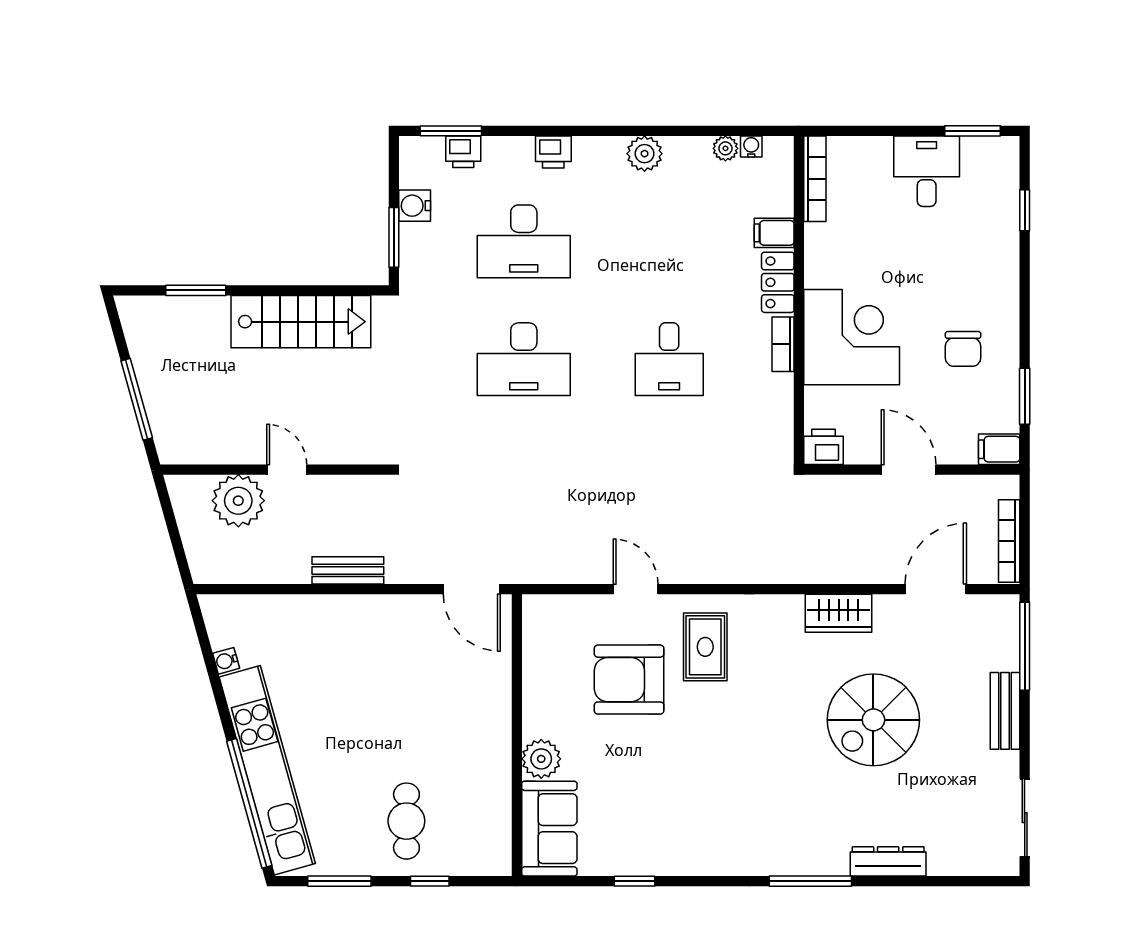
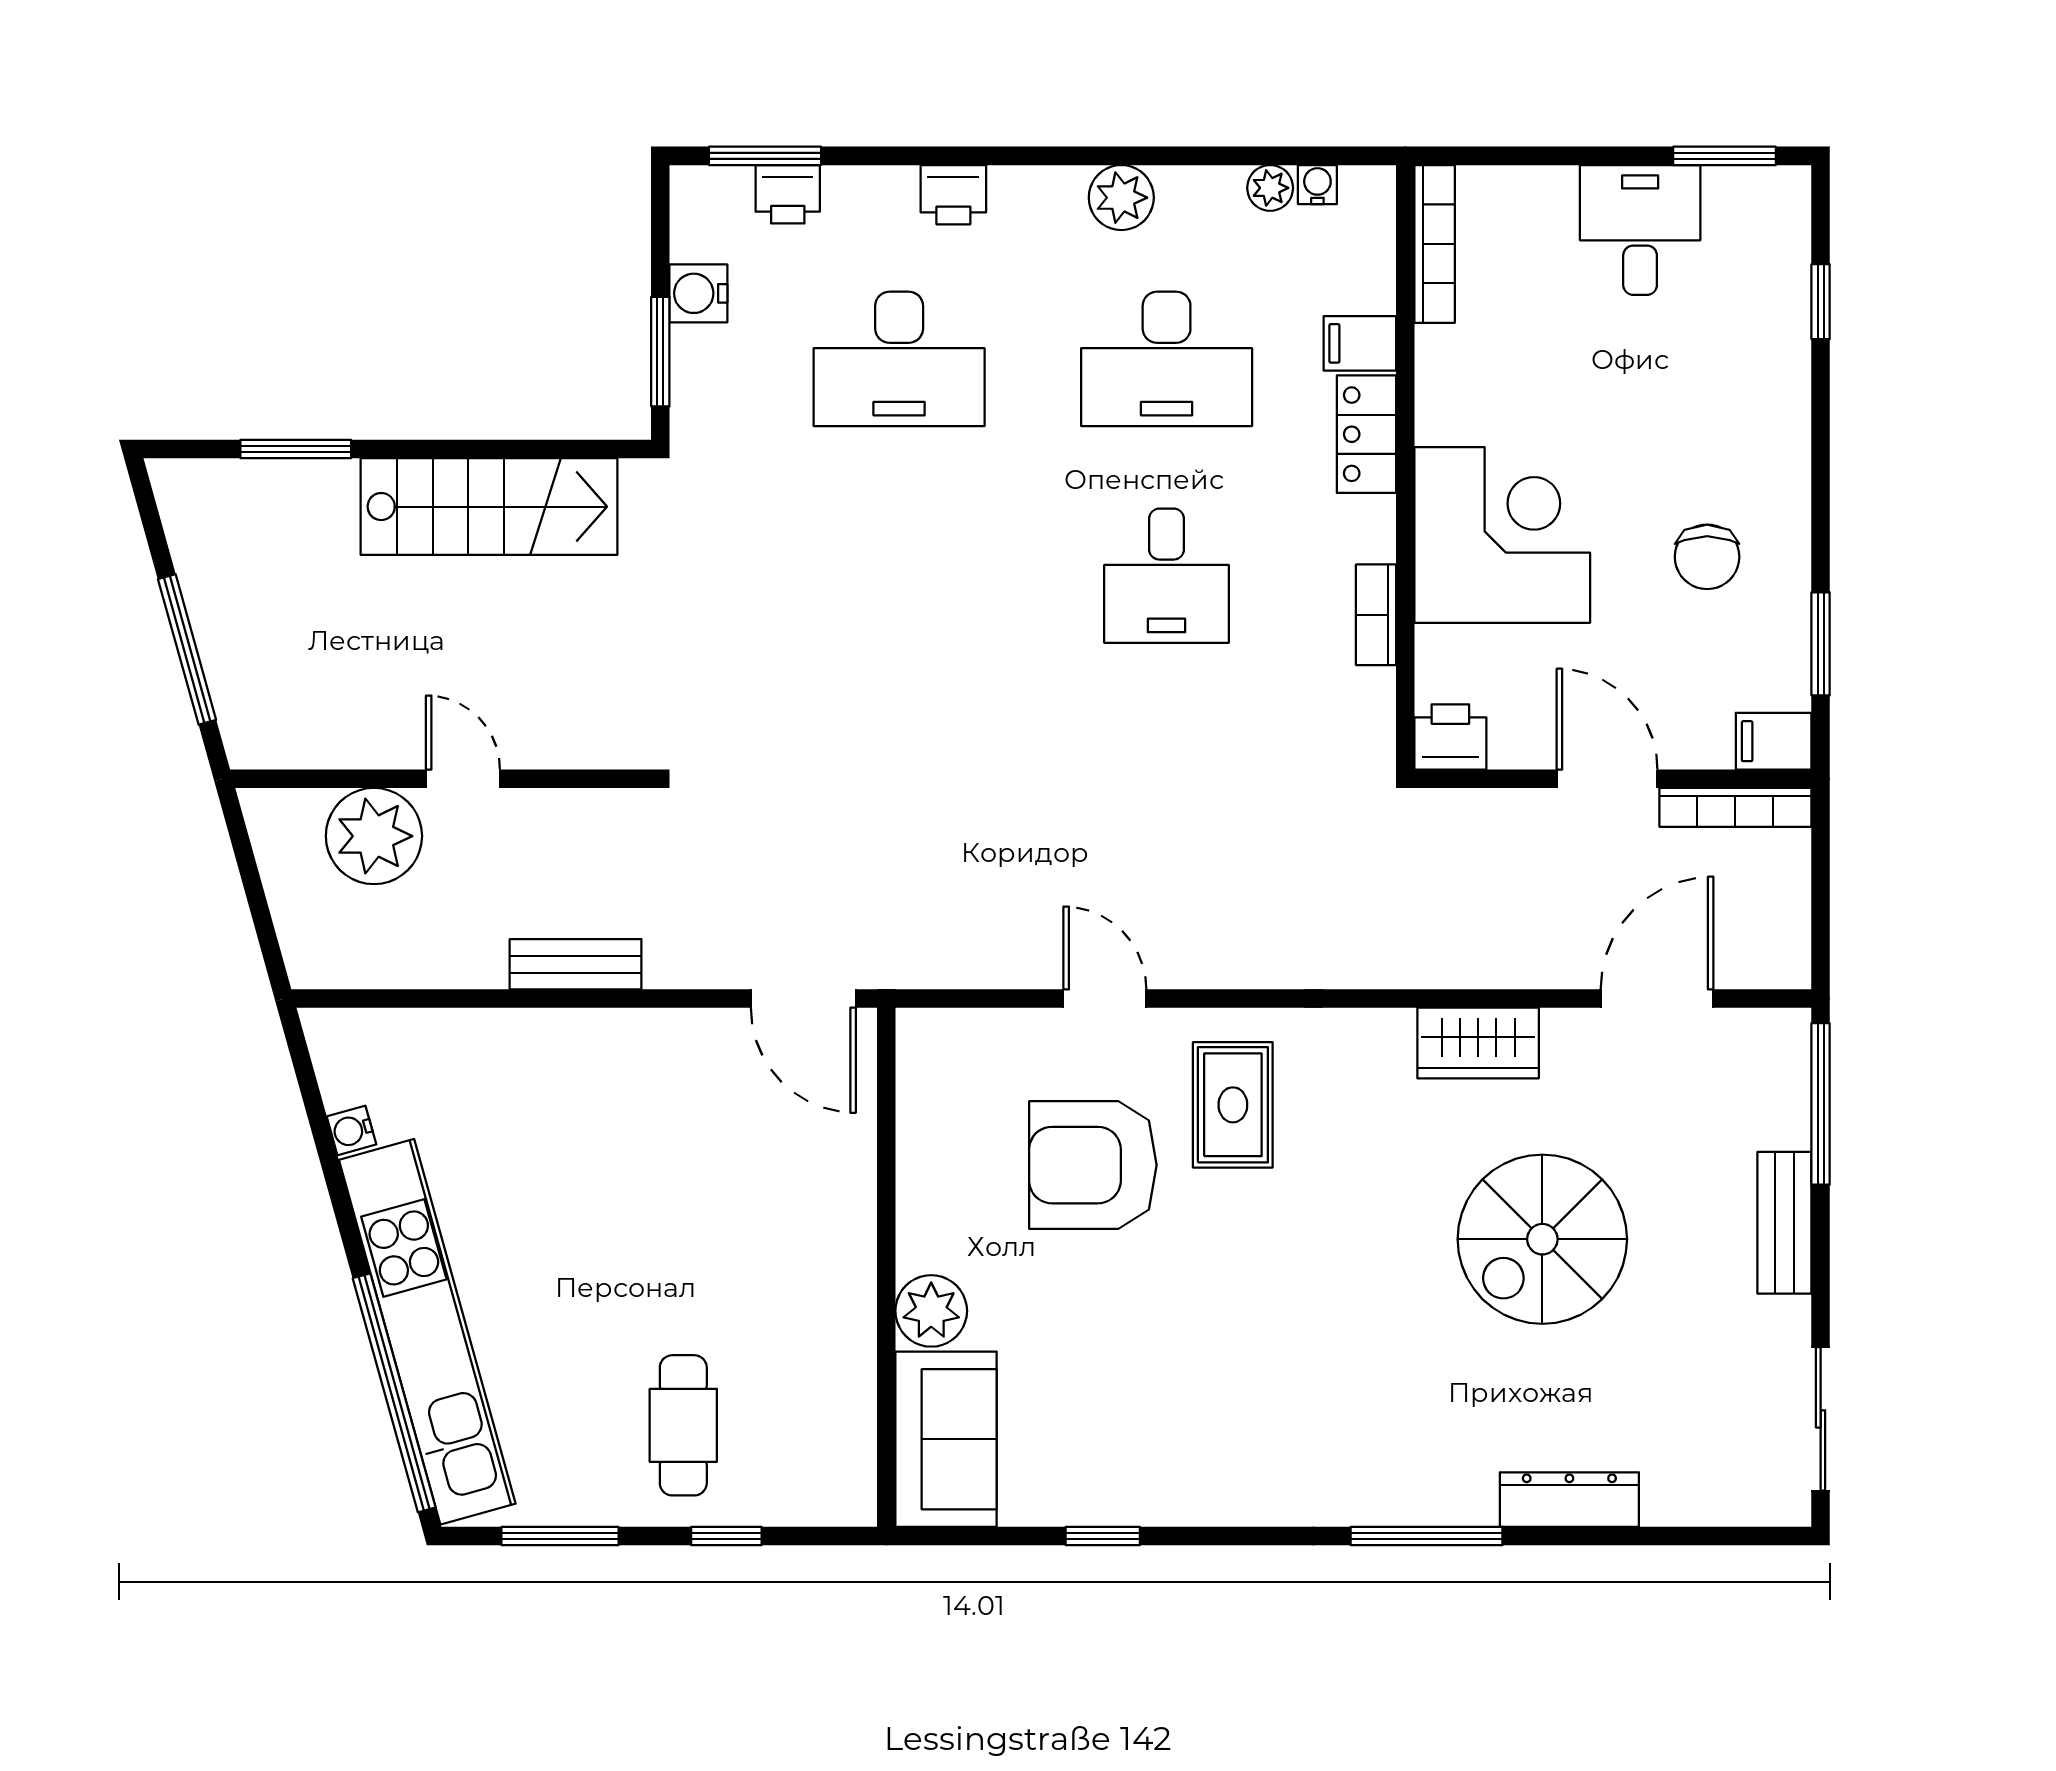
bookcase: (783, 344) -> (1376, 615), moved
desk: (524, 359) -> (1167, 359), moved
bookcase: (1009, 541) -> (1735, 807), moved, turned -90

